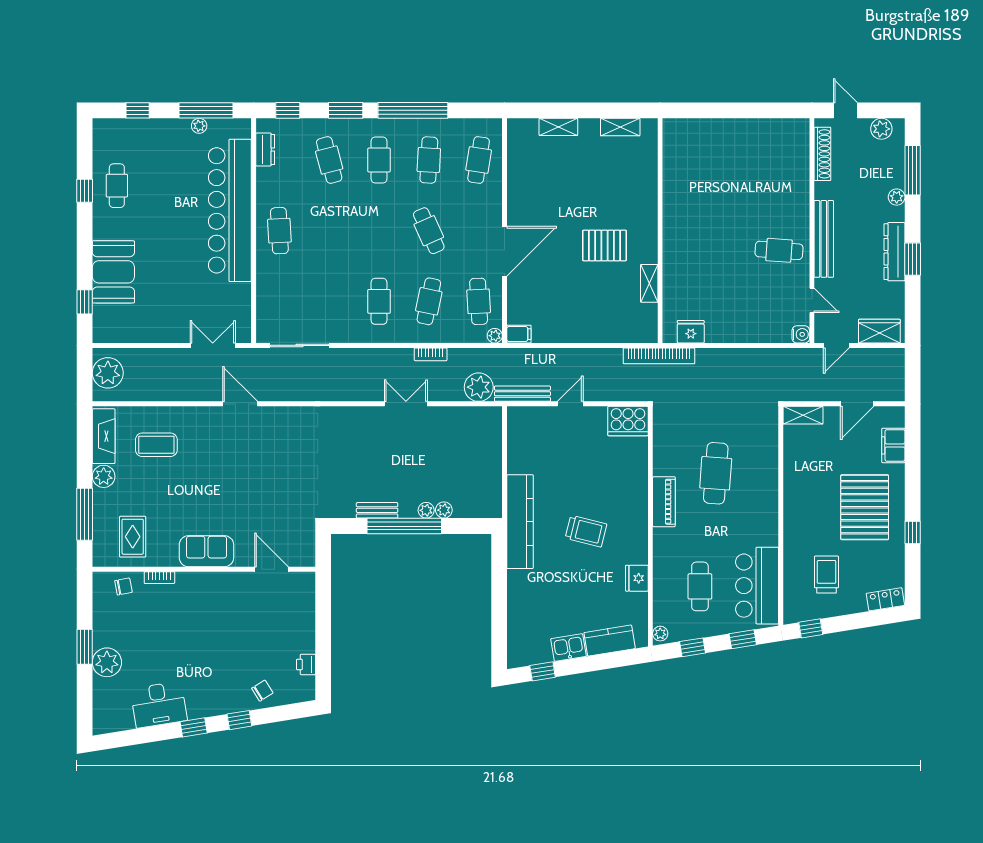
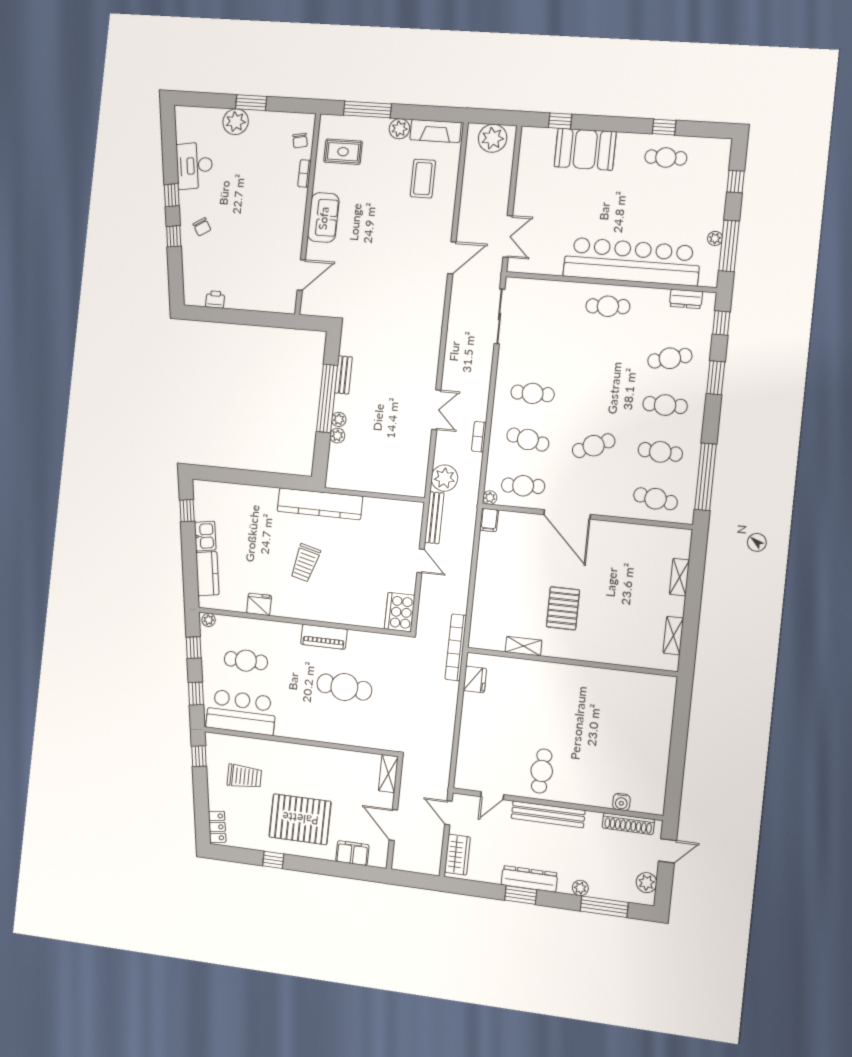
window: (413, 110) -> (706, 477), moved
water cooler: (801, 334) -> (621, 802), moved
chair: (262, 691) -> (202, 227), moved

